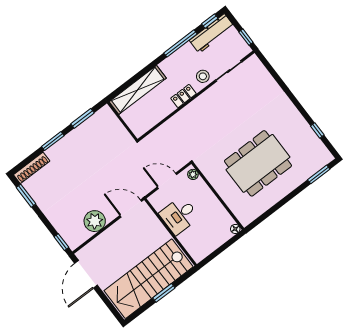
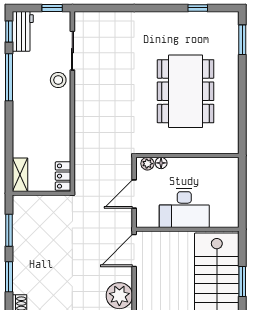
workbench: (212, 33) -> (23, 31), width x0.73
shelving: (138, 90) -> (20, 175), width x0.45, depth x0.75
locker: (184, 96) -> (63, 176), moved
desk: (179, 215) -> (184, 208), width x1.37
floor lamp: (235, 229) -> (161, 163), moved

